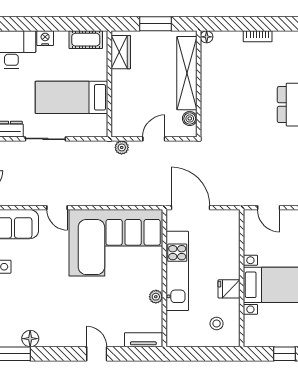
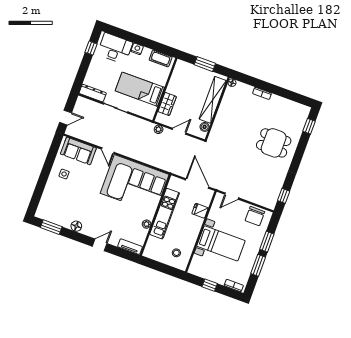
wardrobe: (121, 52) -> (167, 104), moved
door: (191, 208) -> (197, 183), moved
door: (269, 208) -> (232, 196), hinge flipped
fridge: (229, 289) -> (200, 211), moved
floor lamp: (30, 339) -> (76, 226), moved
door: (97, 354) -> (100, 245), hinge flipped

